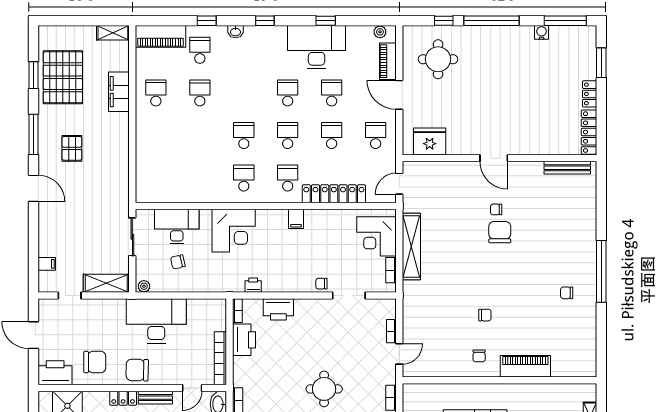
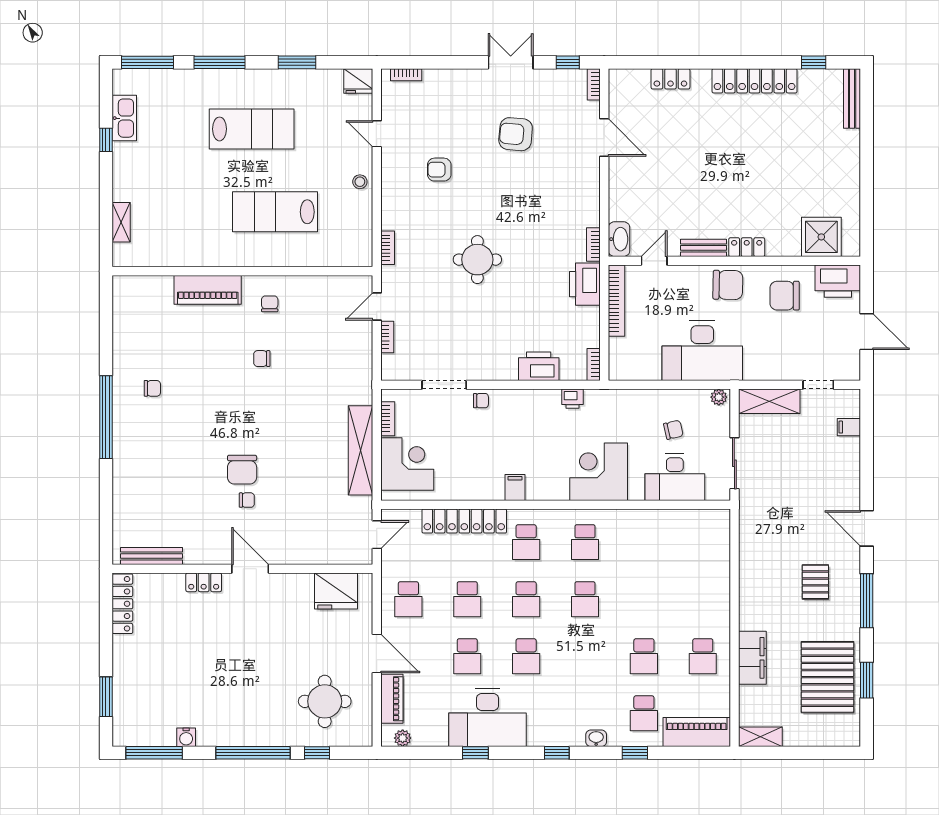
locker: (590, 94) -> (204, 582), moved, turned 90
printer: (244, 340) -> (585, 284), moved

